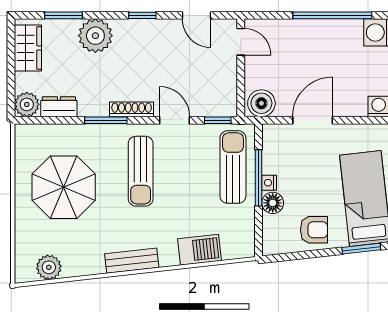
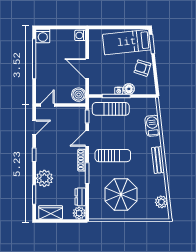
armchair: (314, 230) -> (142, 68), turned -73

